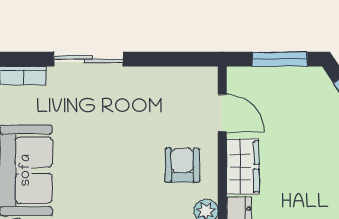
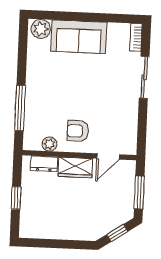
armchair: (182, 165) -> (78, 131), turned 180

